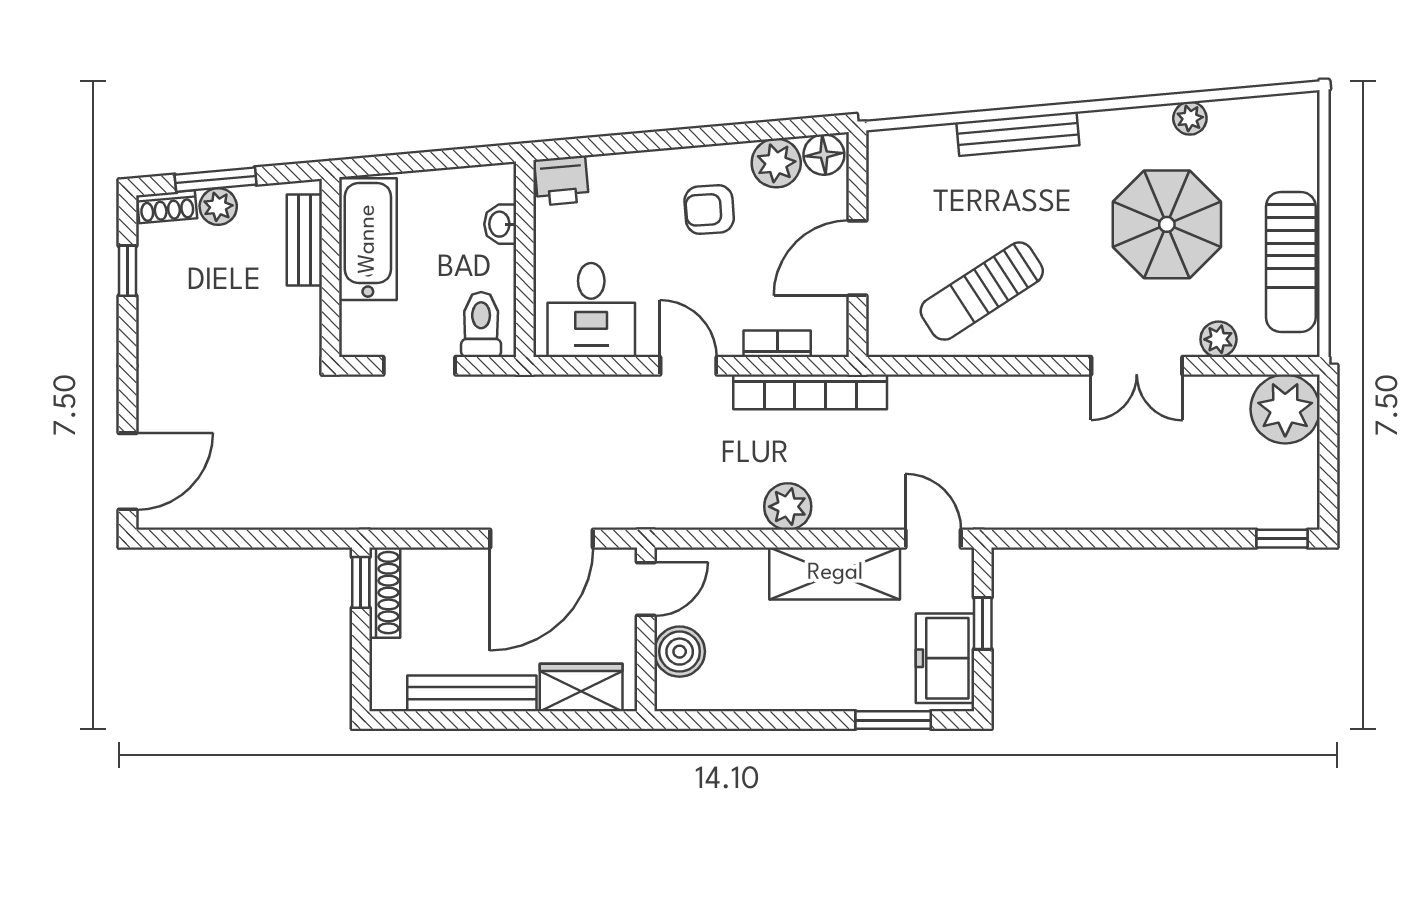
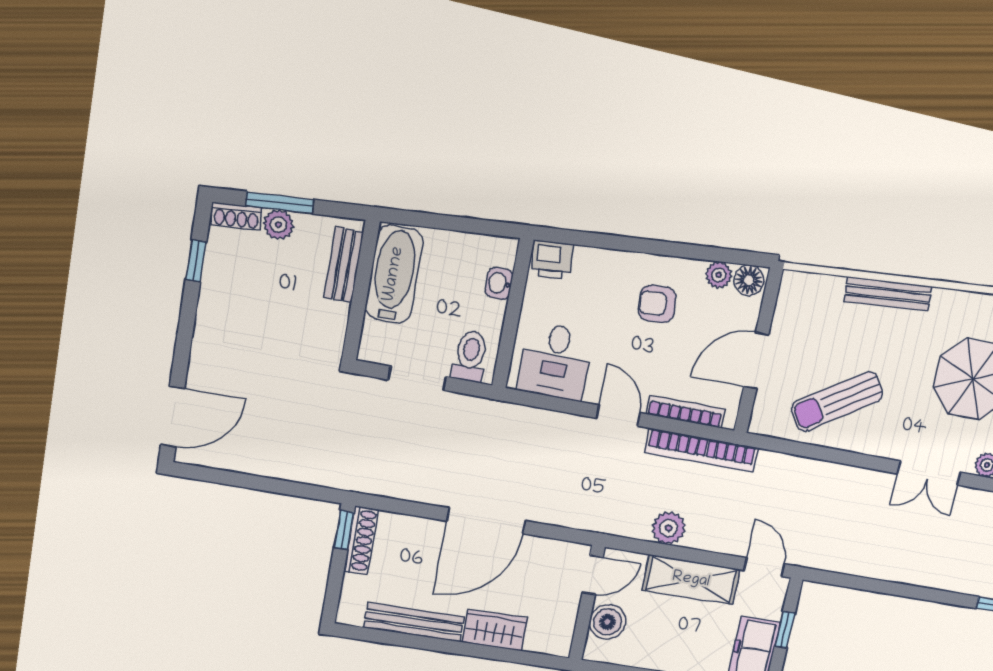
plant: (776, 163) -> (719, 275), width x0.73, depth x0.73
bookcase: (777, 344) -> (686, 412), width x1.56
door: (646, 589) -> (593, 575), moved
wall: (646, 629) -> (587, 603), moved
boiler: (680, 652) -> (608, 622), moved

